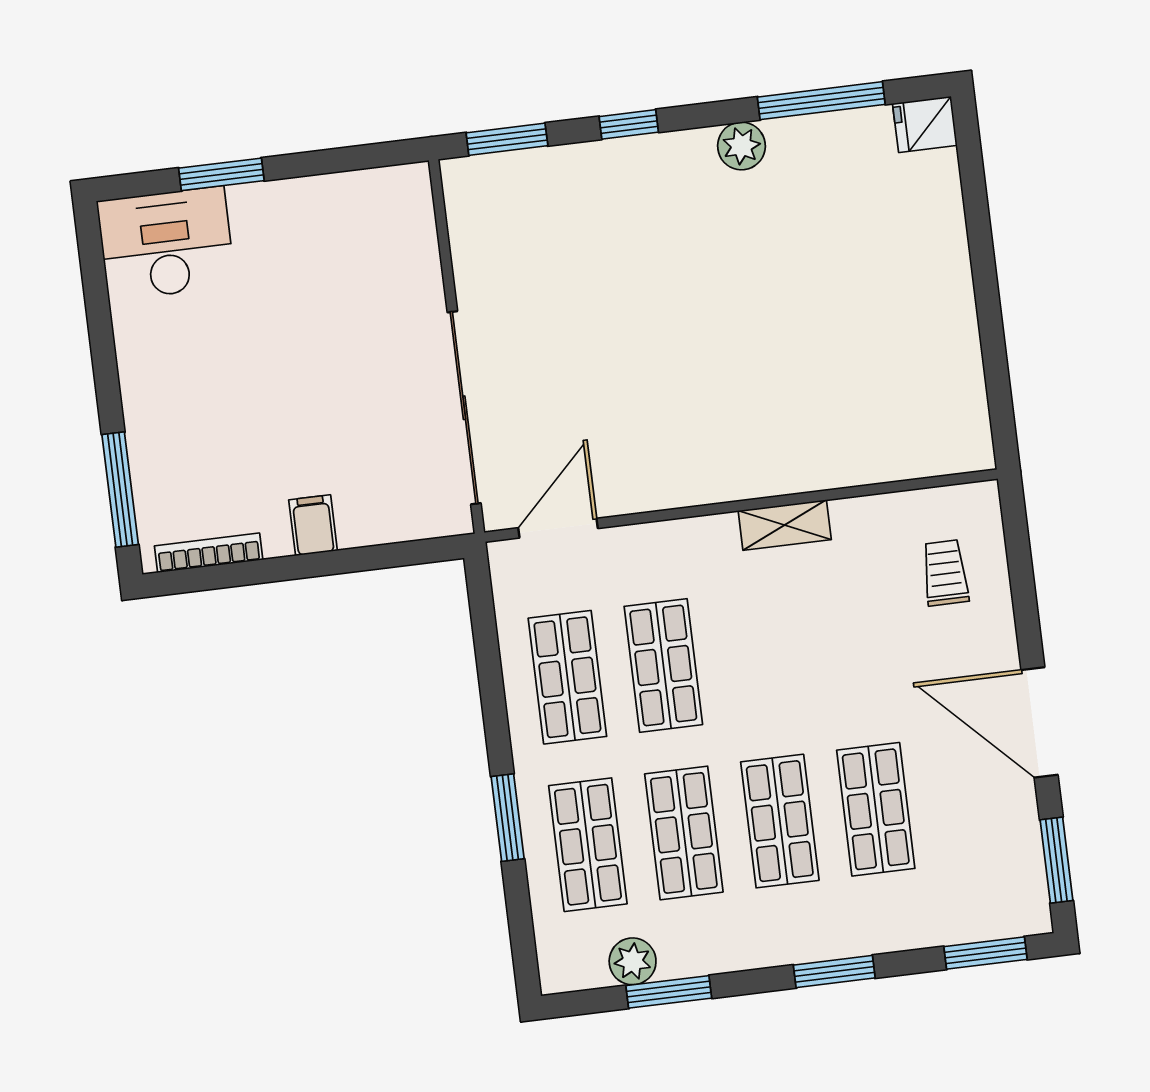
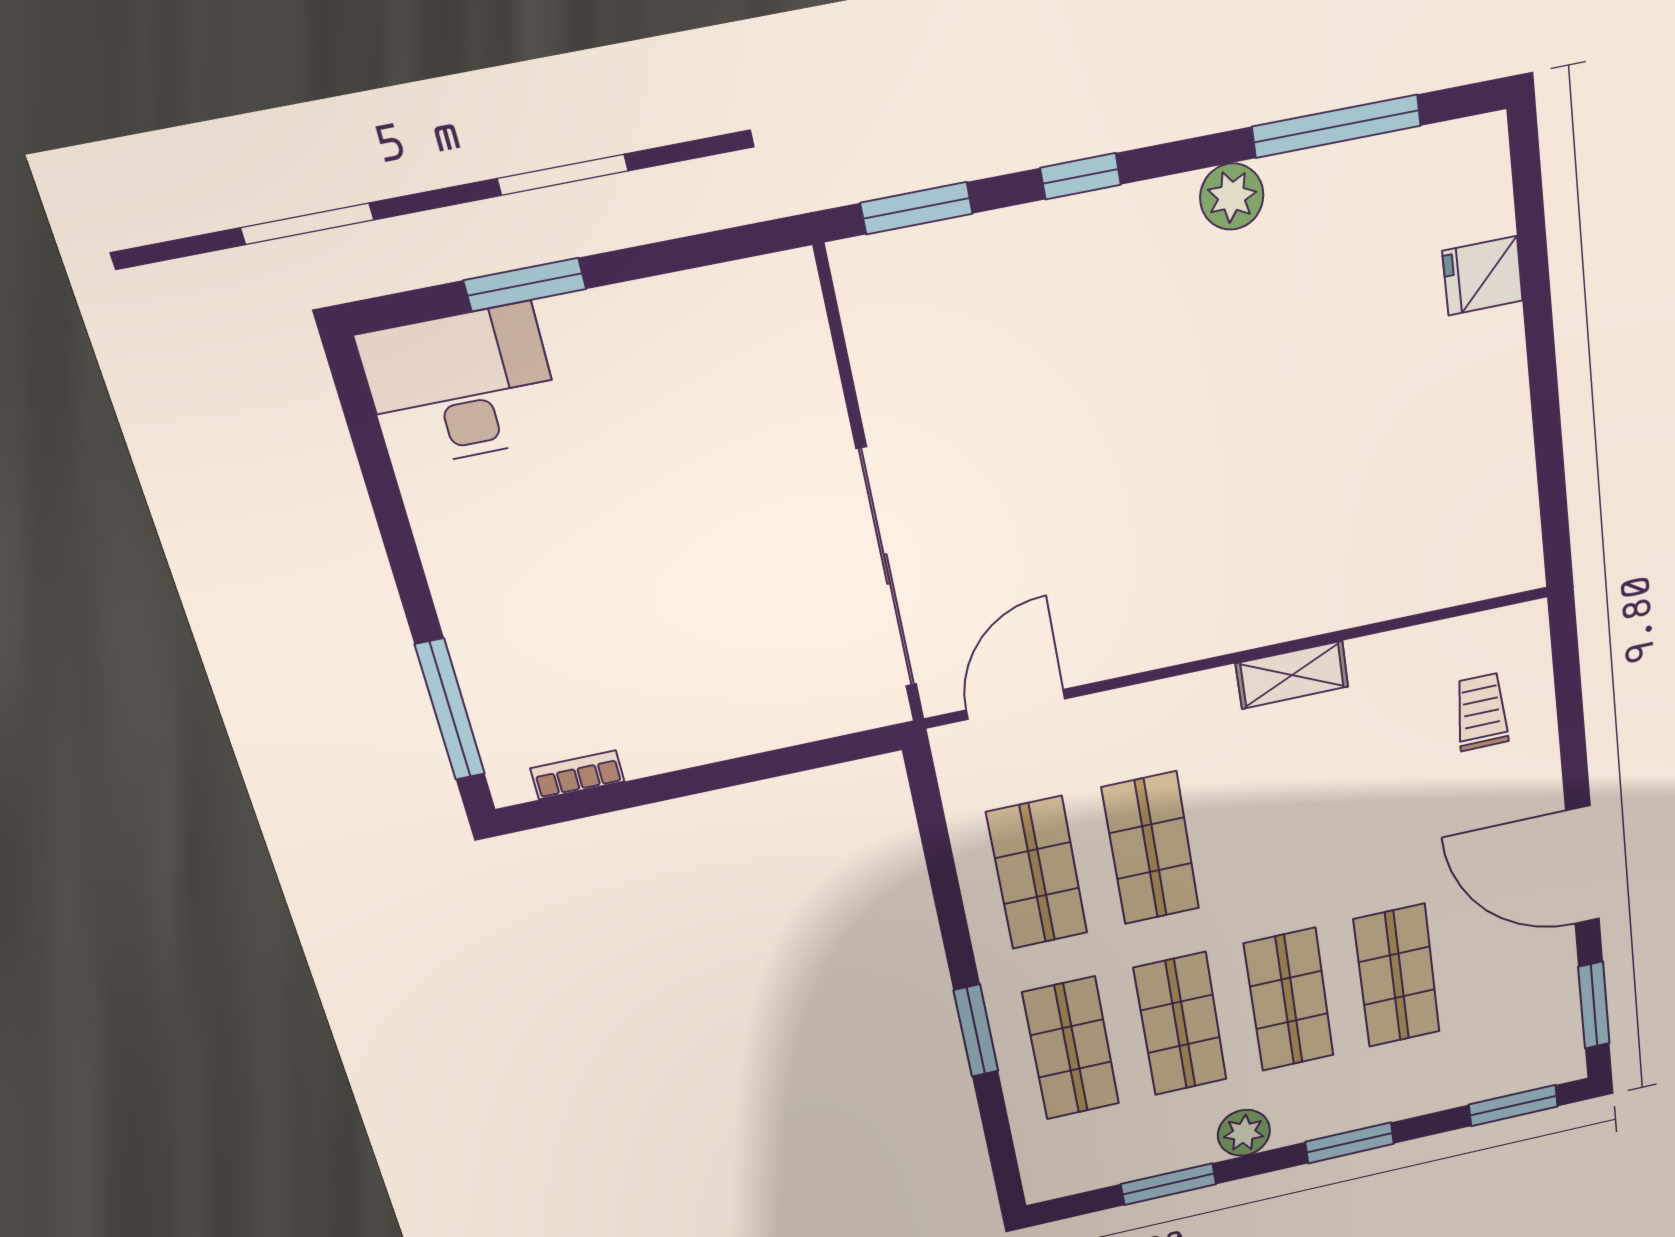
fridge: (925, 124) -> (1483, 276), moved
filing cabinet: (313, 525) -> (707, 730), removed
bookcase: (209, 553) -> (577, 775), width x0.64
plant: (633, 961) -> (1244, 1133), moved

